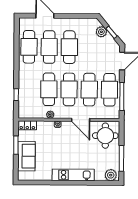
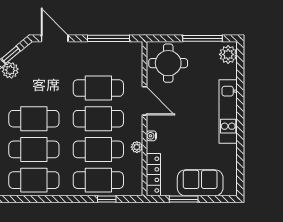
cafe table: (109, 90) -> (98, 180), moved
door: (81, 120) -> (144, 101), hinge flipped
locker: (27, 125) -> (153, 175), width x1.53

